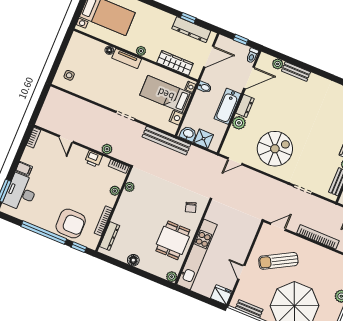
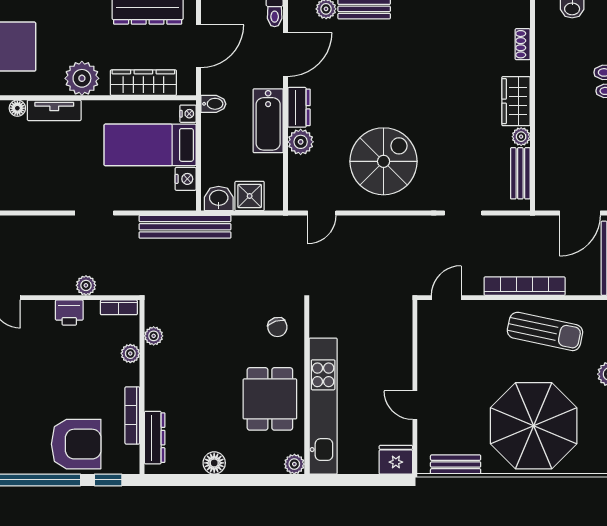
plant: (141, 51) -> (82, 78), width x1.87, depth x1.87
sun lounger: (278, 261) -> (545, 331), moved, turned -139

